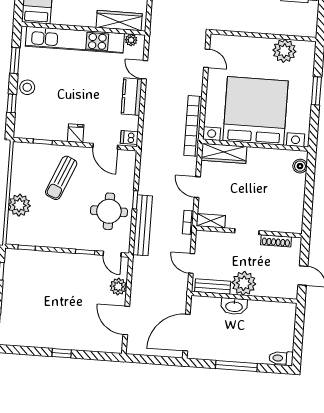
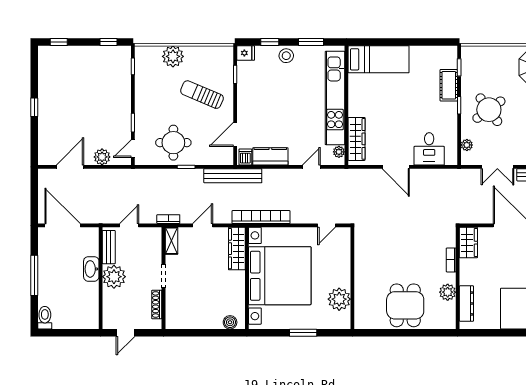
kitchen counter: (132, 97) -> (270, 156), moved
fridge: (76, 133) -> (246, 53), moved
bench: (143, 225) -> (233, 176), moved

